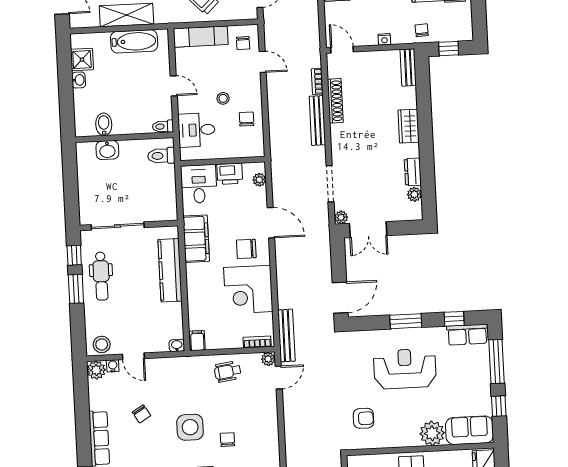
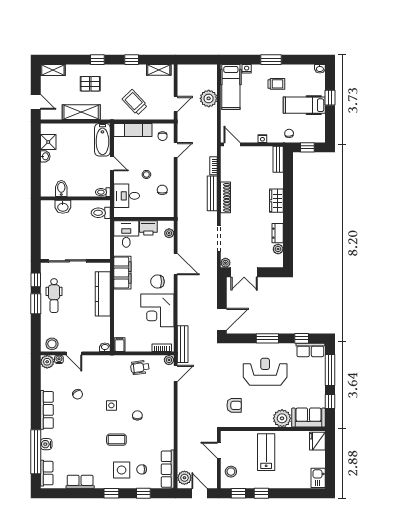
bathtub: (134, 41) -> (102, 140), moved, turned 90
door: (263, 62) -> (176, 150), hinge flipped
shoe rack: (335, 101) -> (226, 197), moved
side table: (190, 427) -> (111, 405), width x0.54, depth x0.54

